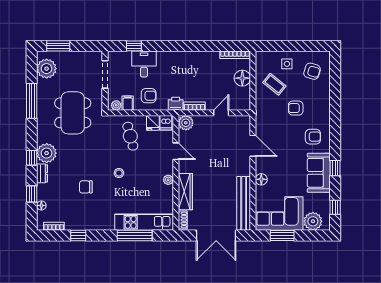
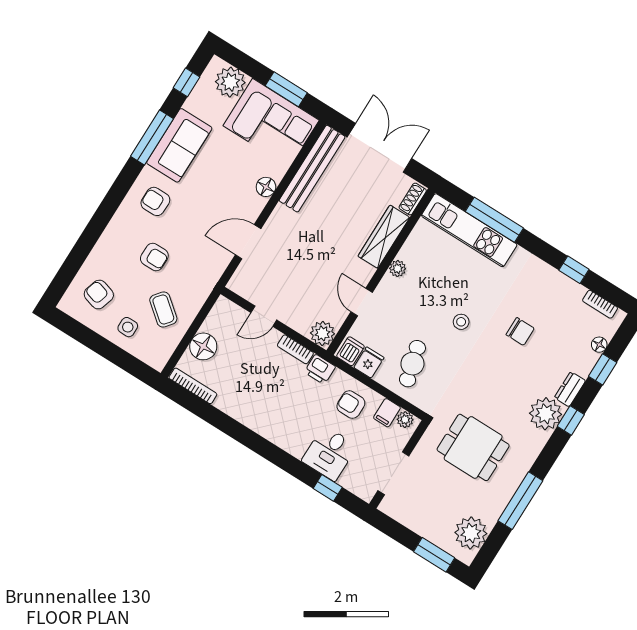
dining table: (73, 113) -> (473, 447), width x0.73
door: (253, 146) -> (248, 242), hinge flipped
window: (335, 168) -> (152, 137), width x2.17

